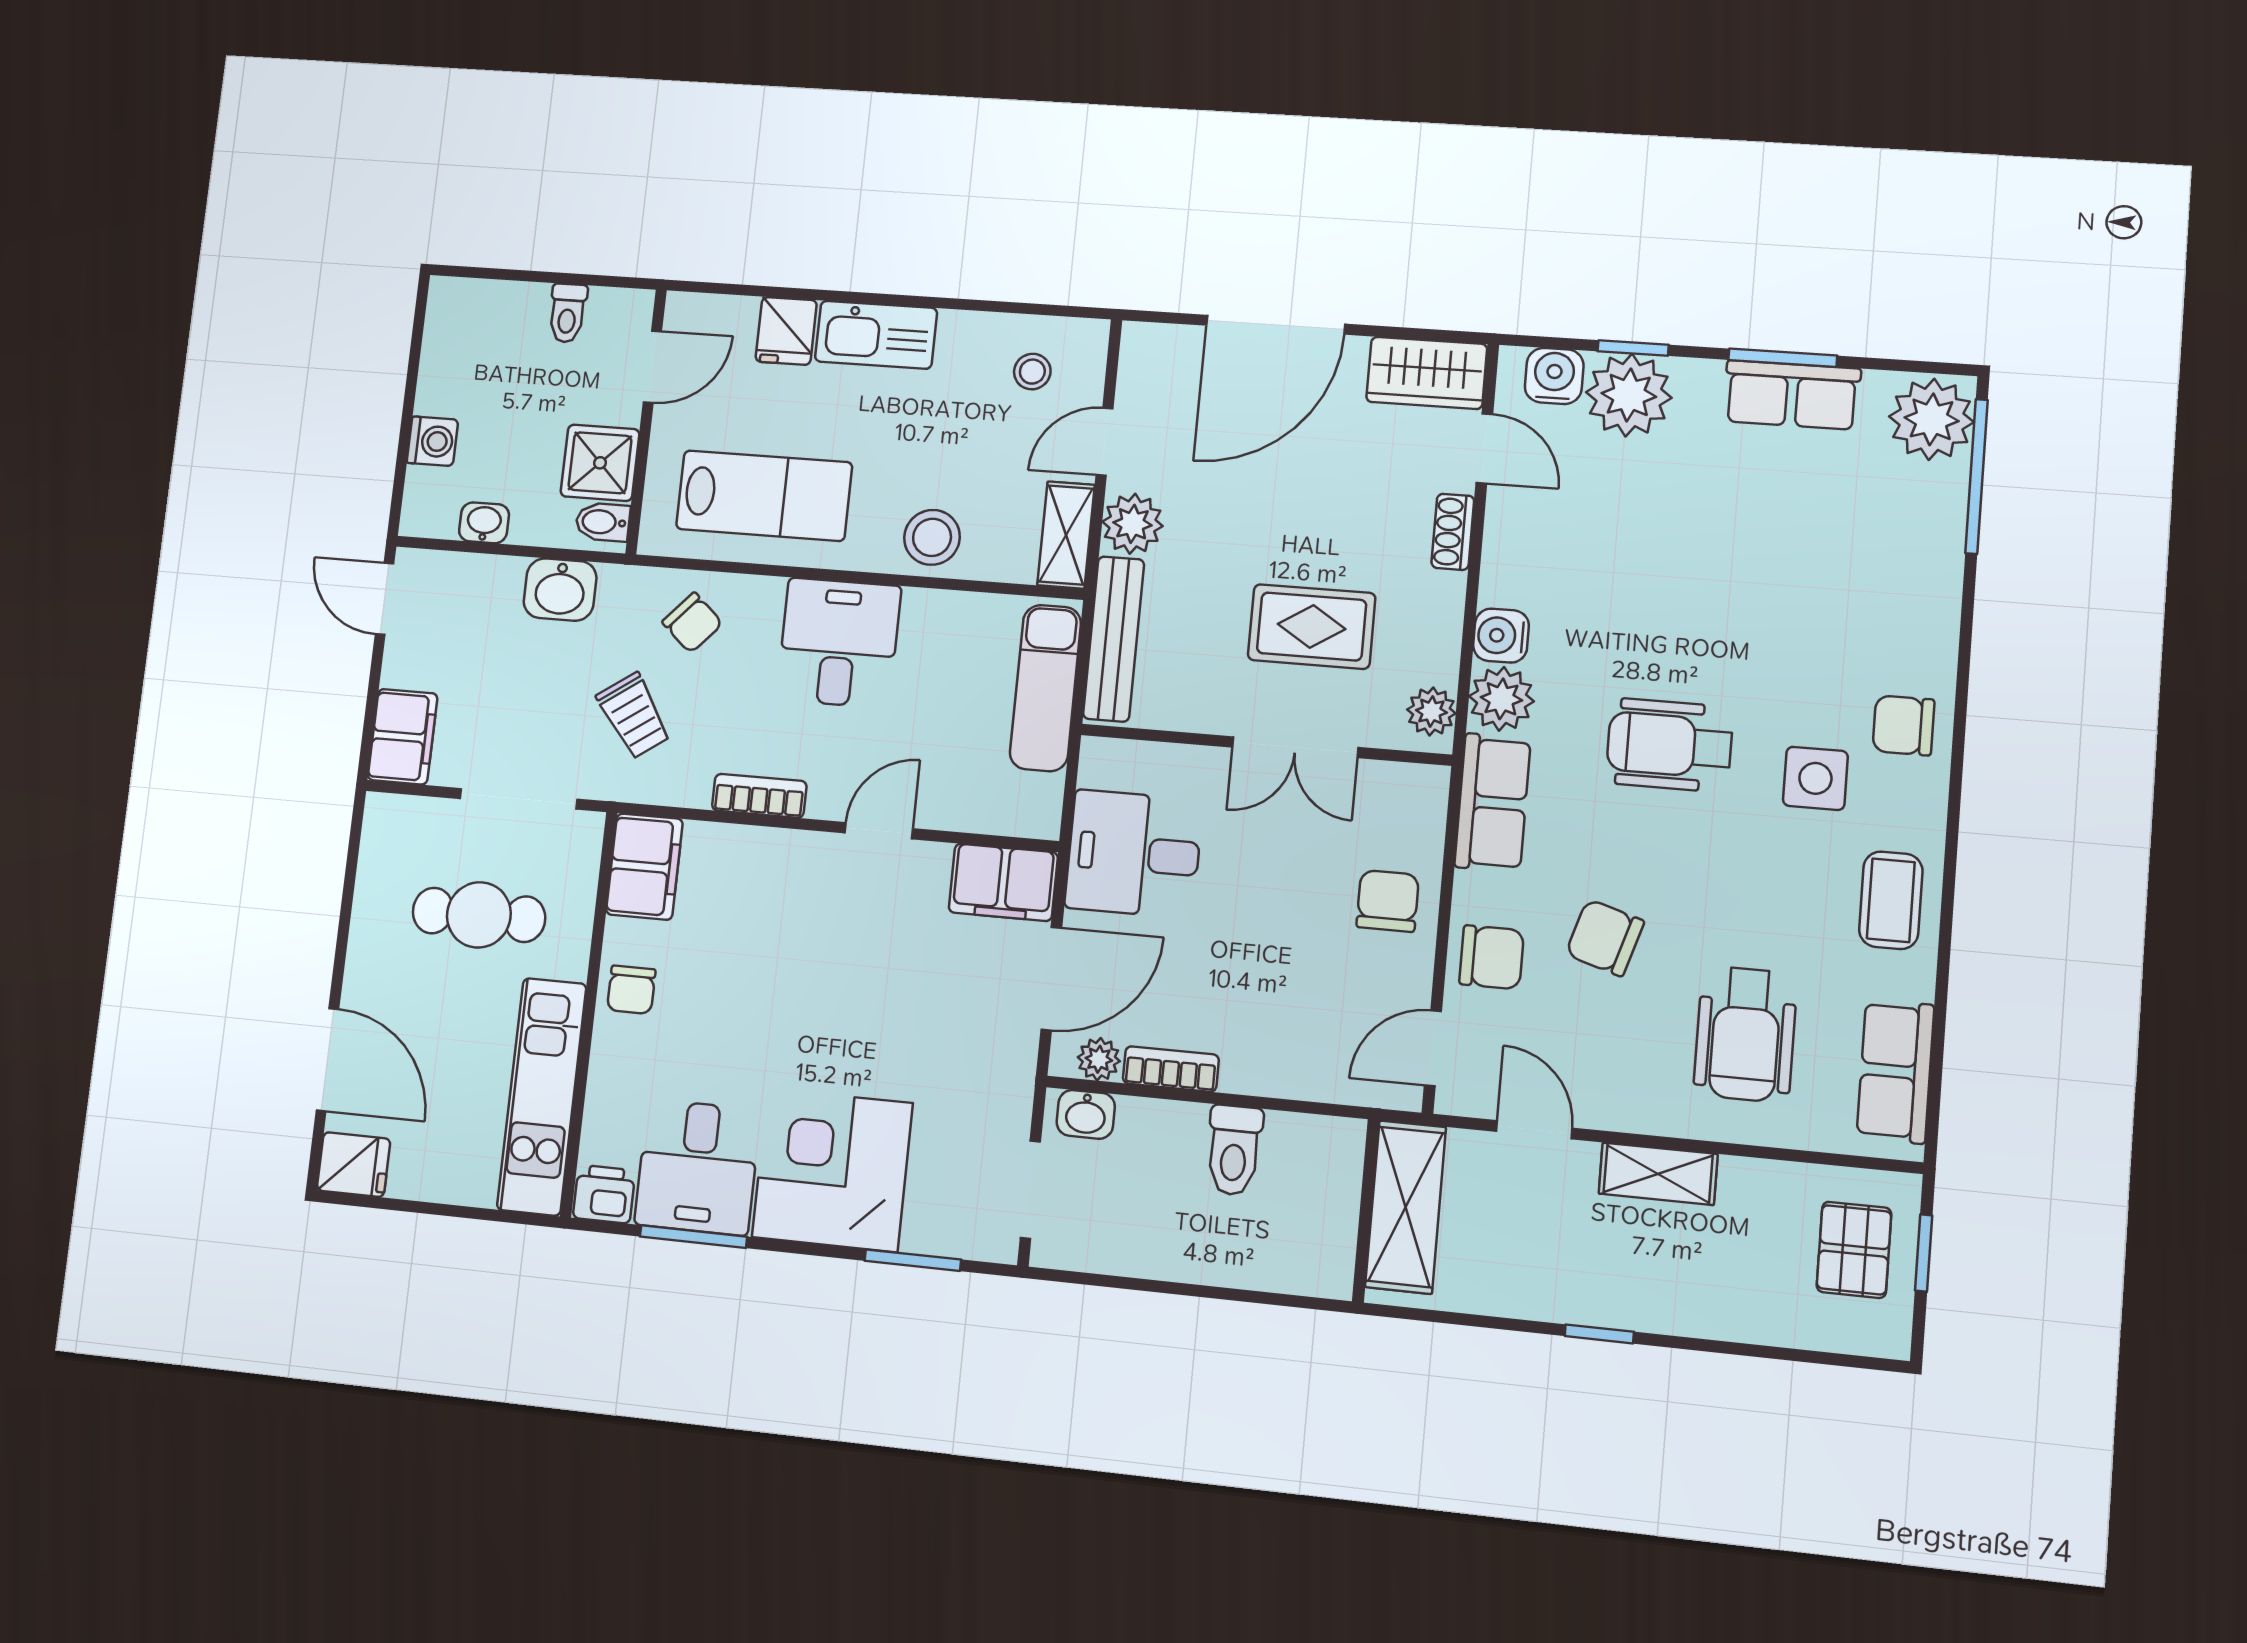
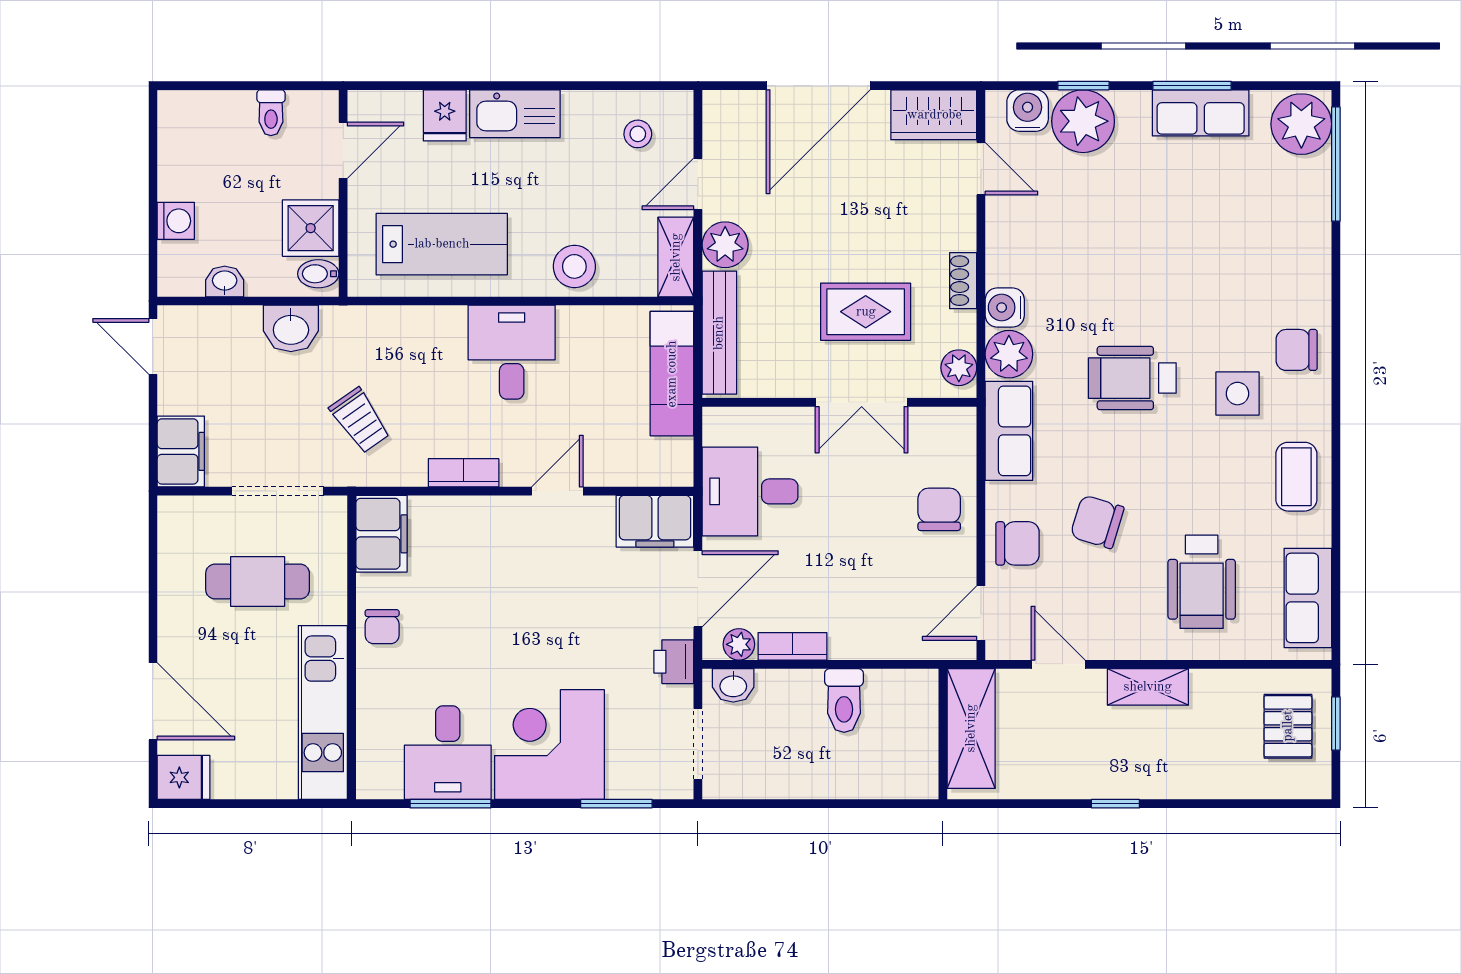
shoe rack: (1453, 532) -> (963, 281), moved
chair: (692, 623) -> (397, 346), removed
printer: (604, 1194) -> (674, 662), moved, turned -90

